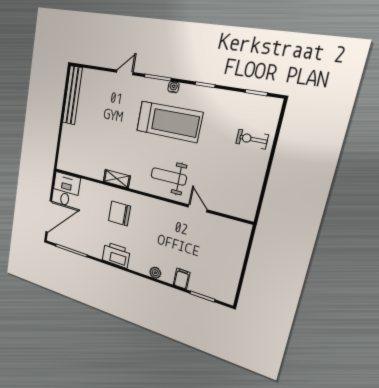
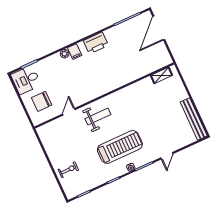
treadmill: (169, 122) -> (120, 147), turned 180
shelving: (117, 179) -> (162, 75), moved
desk: (66, 190) -> (26, 80), moved, turned 90
door: (198, 208) -> (69, 112), swing flipped
chair: (119, 213) -> (42, 101), moved, turned 180
filing cabinet: (182, 279) -> (75, 52), moved

